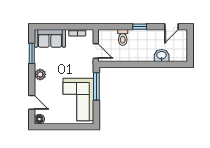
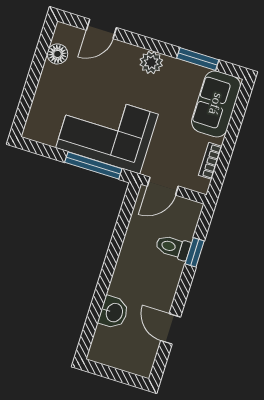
window: (140, 27) -> (195, 252), moved
door: (172, 27) -> (171, 329), moved
corner sofa: (78, 100) -> (107, 131), moved
floor lamp: (39, 119) -> (57, 54), moved

